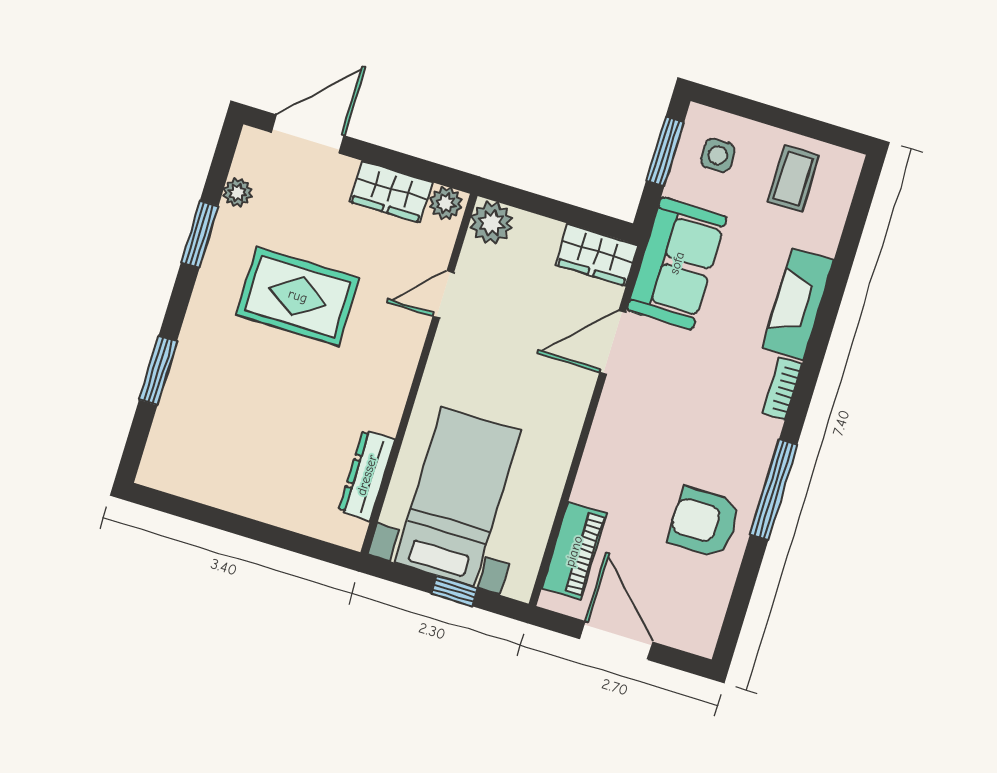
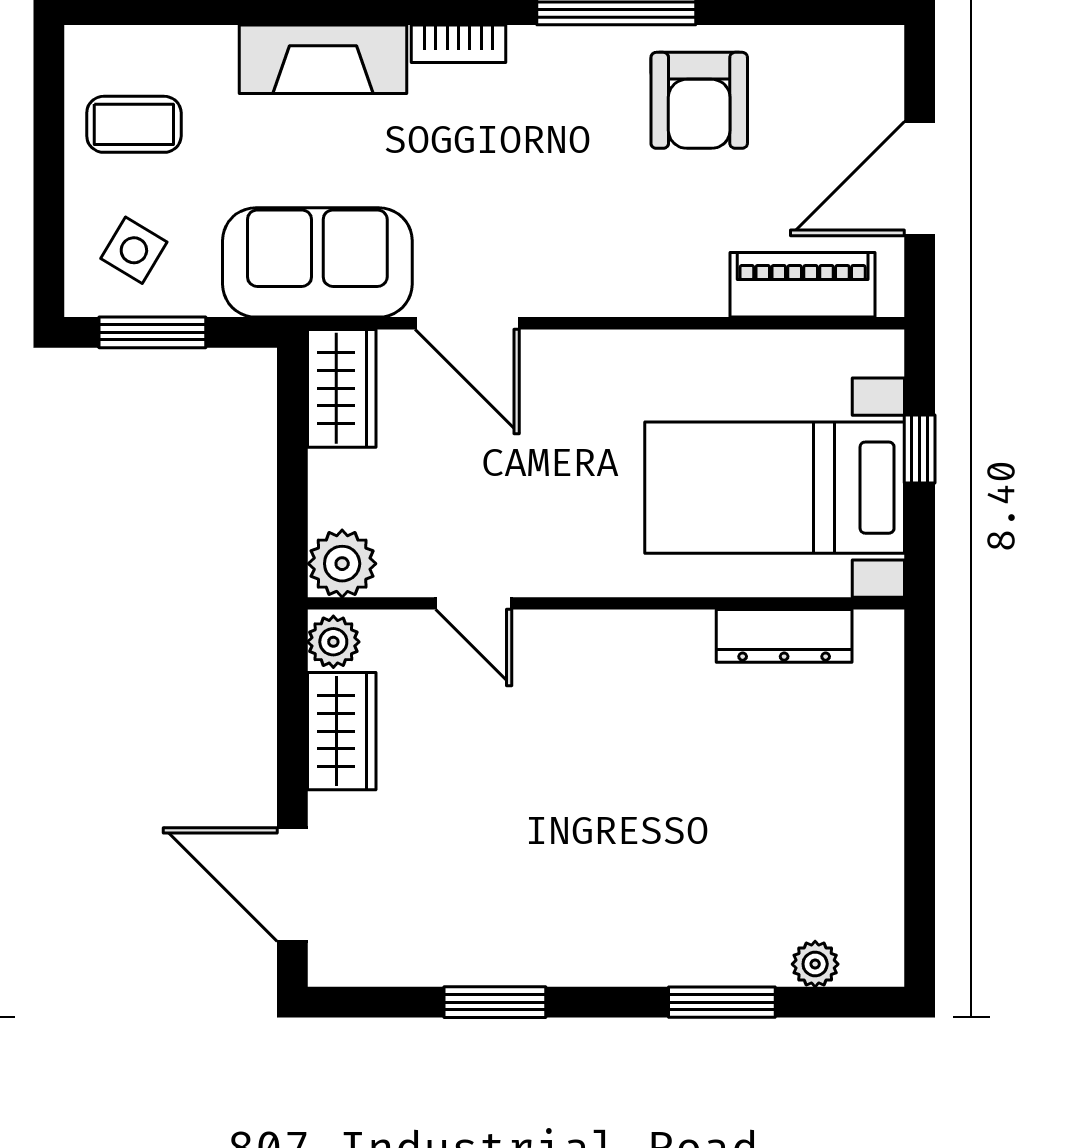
side table: (718, 155) -> (134, 250), turned 31
plant: (238, 193) -> (815, 964), moved
rug: (298, 296) -> (544, 824), removed

